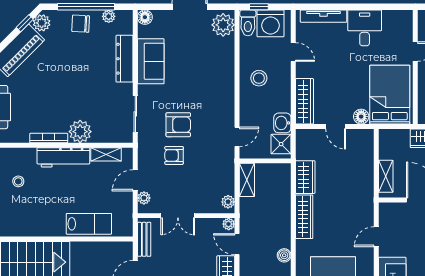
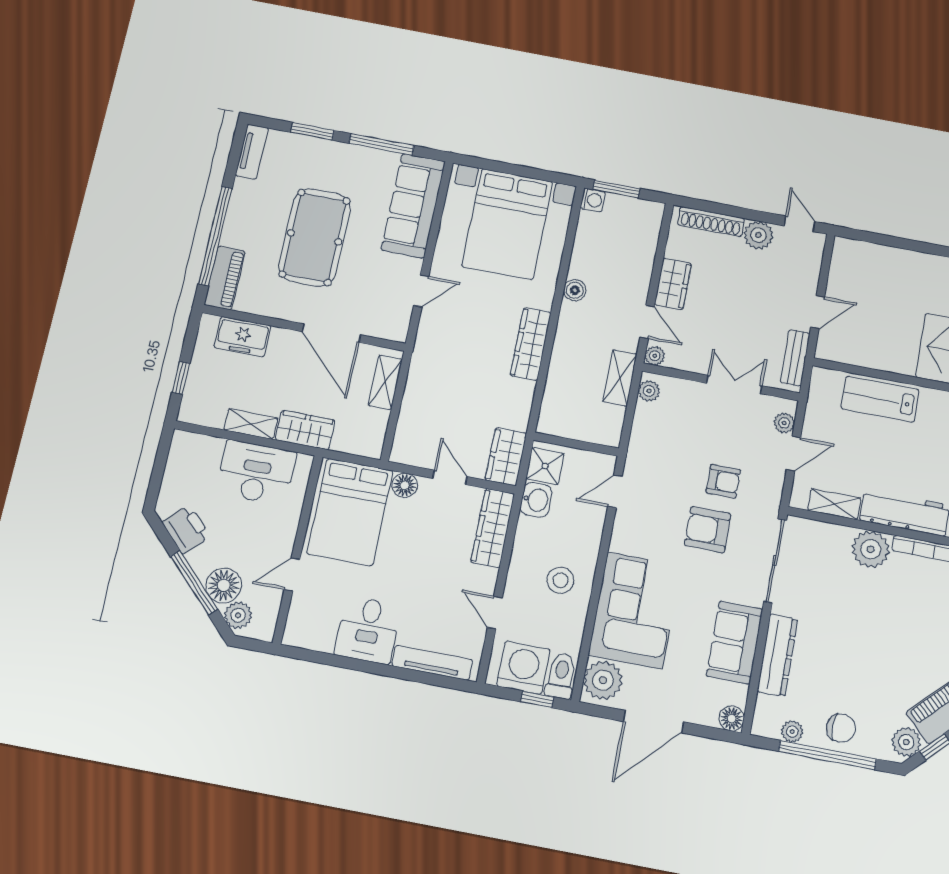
corner sofa: (212, 69) -> (635, 610), added
sliding door: (135, 114) -> (775, 561), width x1.37
wardrobe: (305, 177) -> (506, 457), moved
shelving: (247, 180) -> (620, 378), moved

